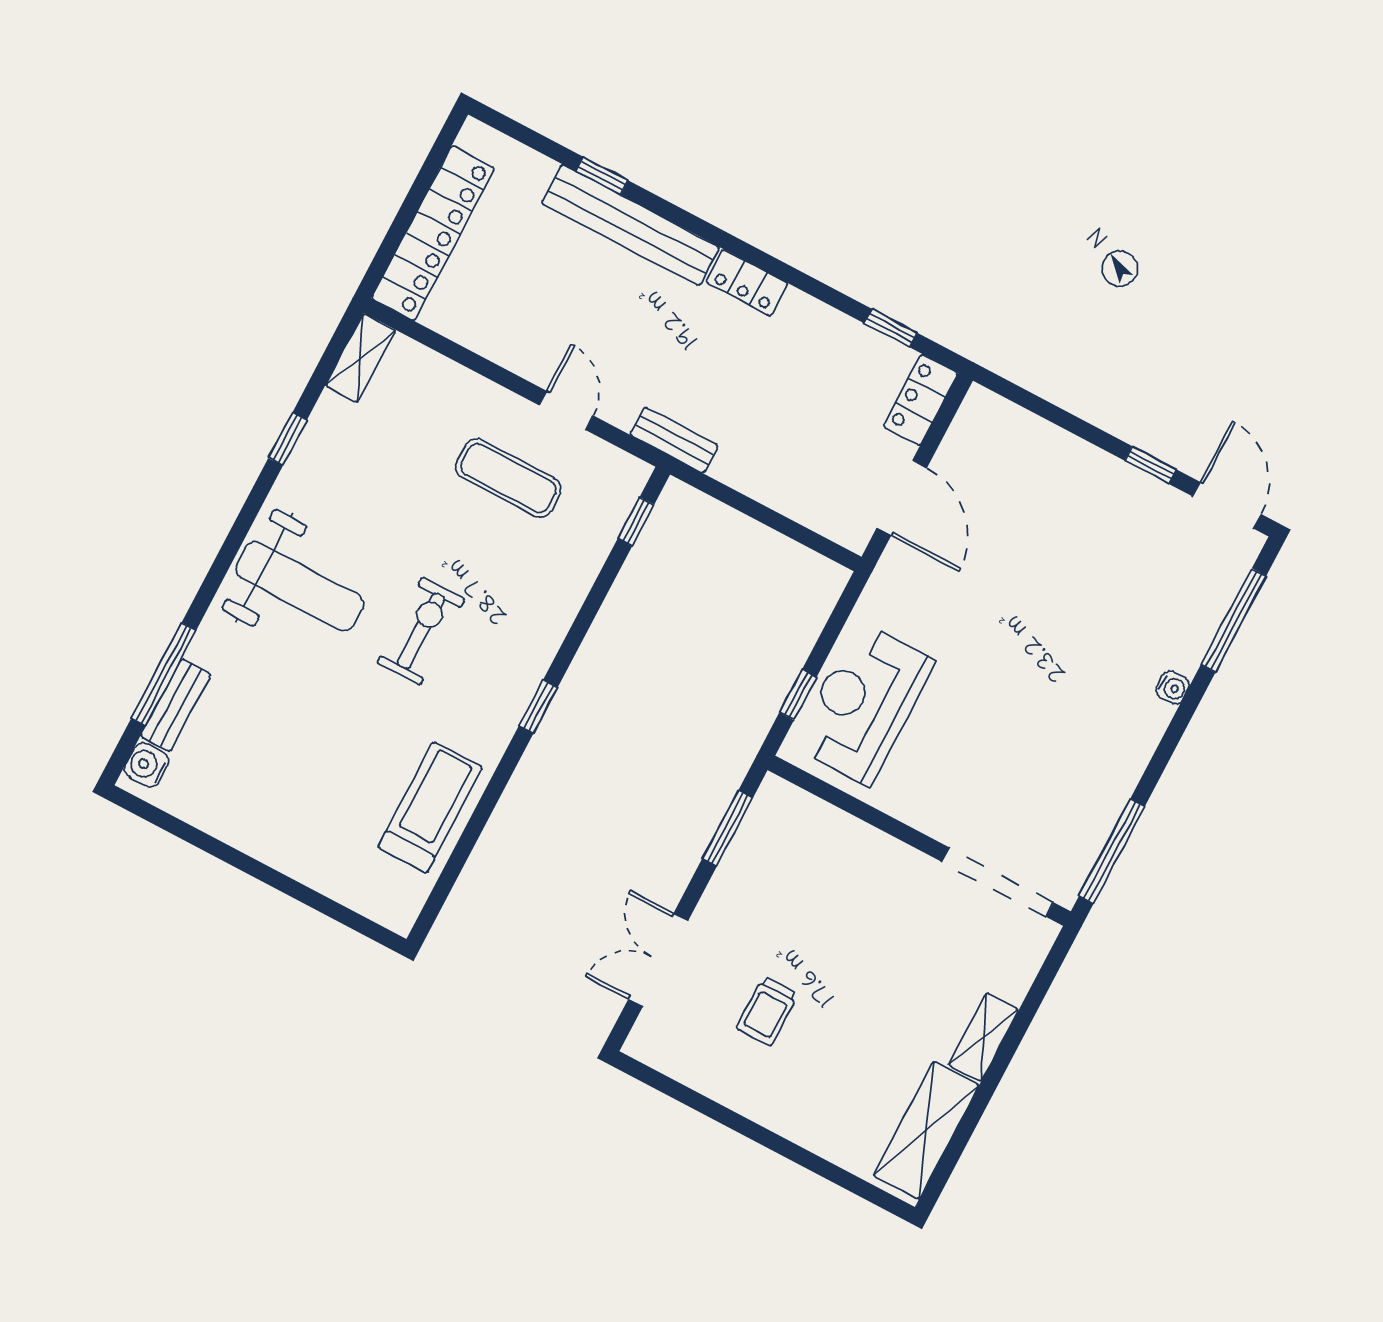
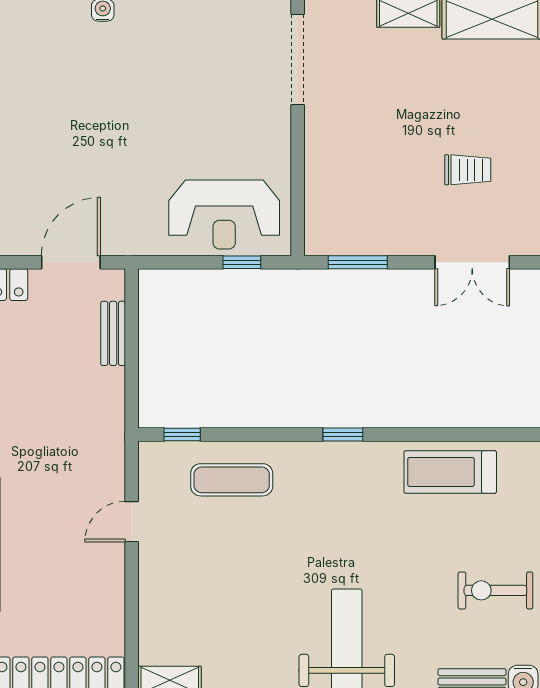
bench: (674, 440) -> (113, 333), moved
exercise mat: (508, 478) -> (232, 480), moved, turned 90
exercise bike: (421, 631) -> (495, 590), moved

